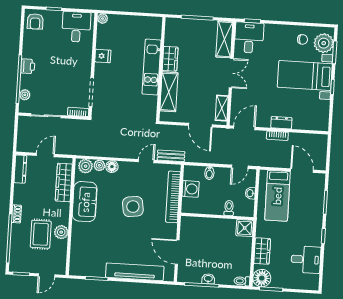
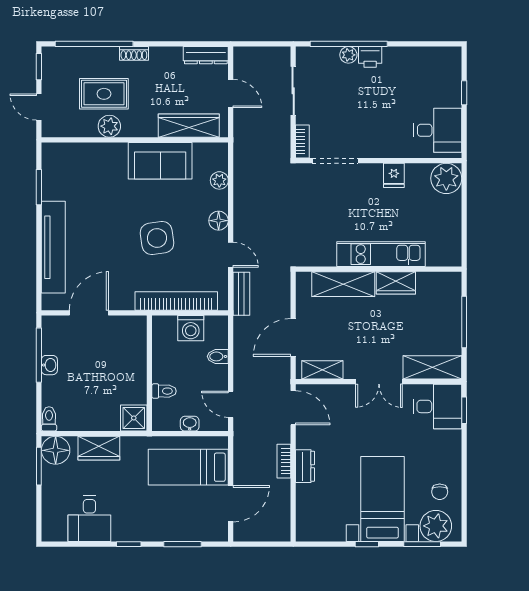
plant: (103, 19) -> (446, 178), width x1.88, depth x1.88
armchair: (35, 21) -> (442, 64), removed
plant: (25, 95) -> (348, 55), moved
plant: (86, 166) -> (217, 159), removed
floor lamp: (112, 167) -> (219, 221), moved

